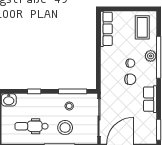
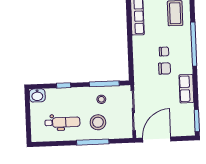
plant: (151, 56) -> (185, 43), removed
dental chair: (32, 126) -> (62, 122), turned 180

